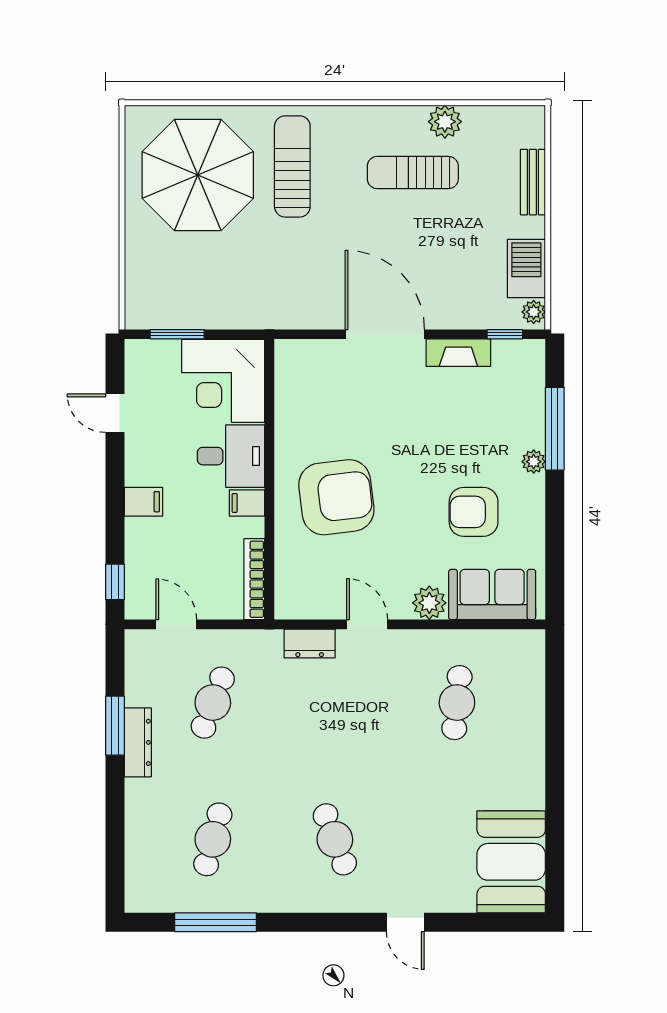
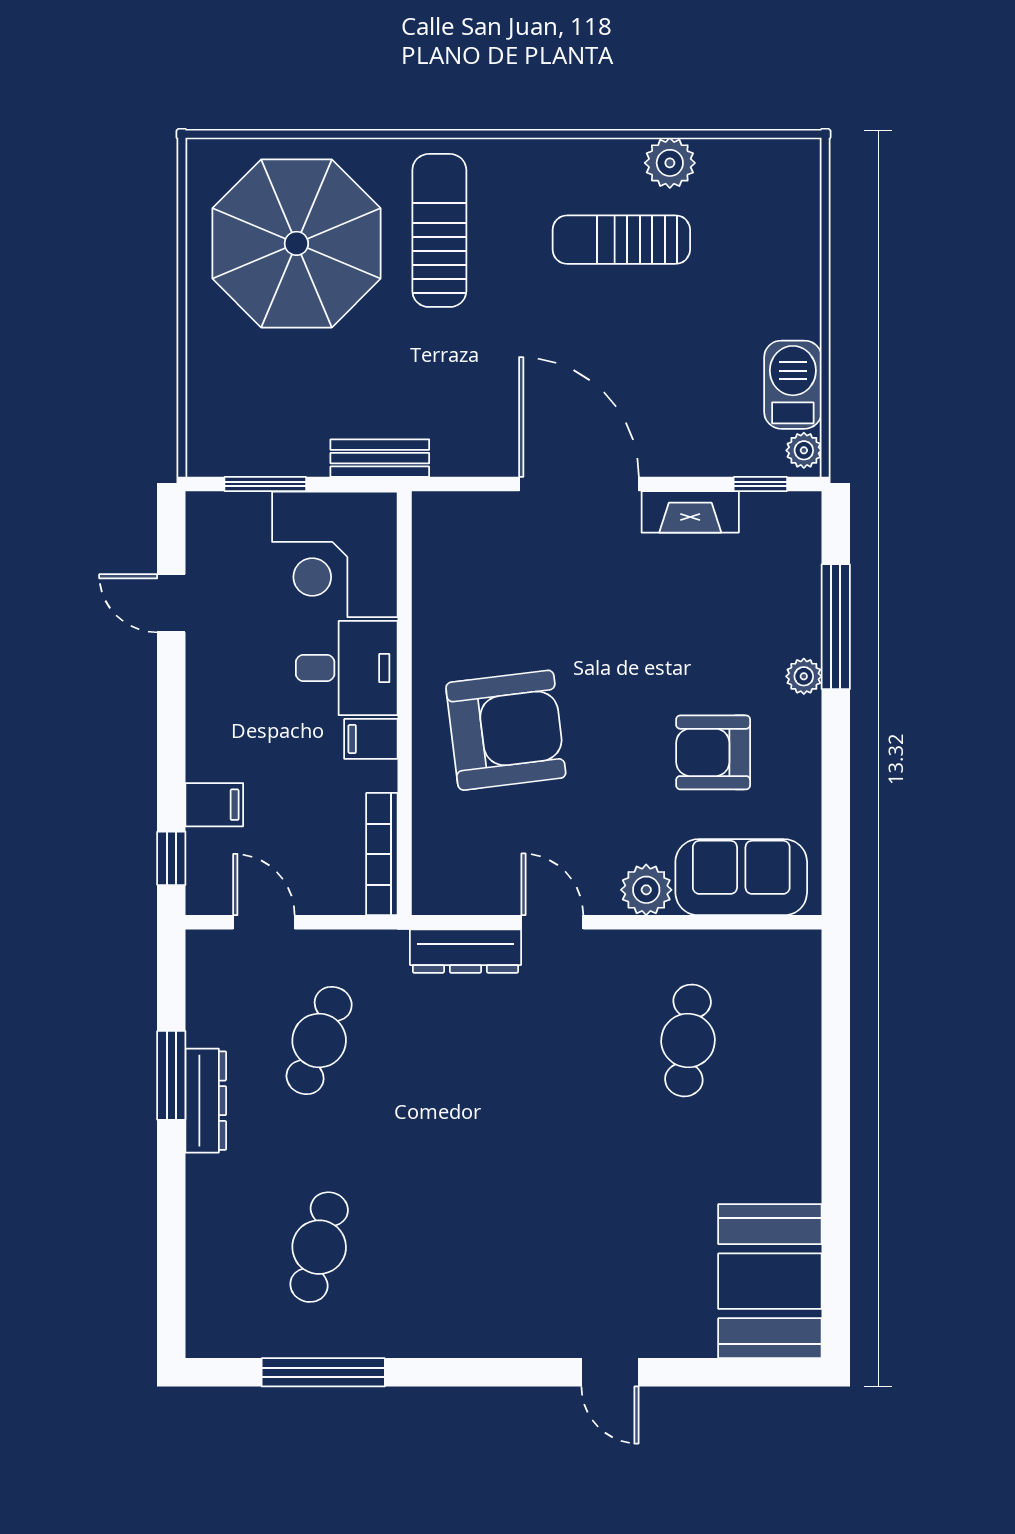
bench: (533, 182) -> (380, 458), moved, turned 90
filing cabinet: (143, 502) -> (214, 805), moved
dresser: (310, 643) -> (465, 951), width x1.44
cafe table: (335, 839) -> (504, 1247), removed

